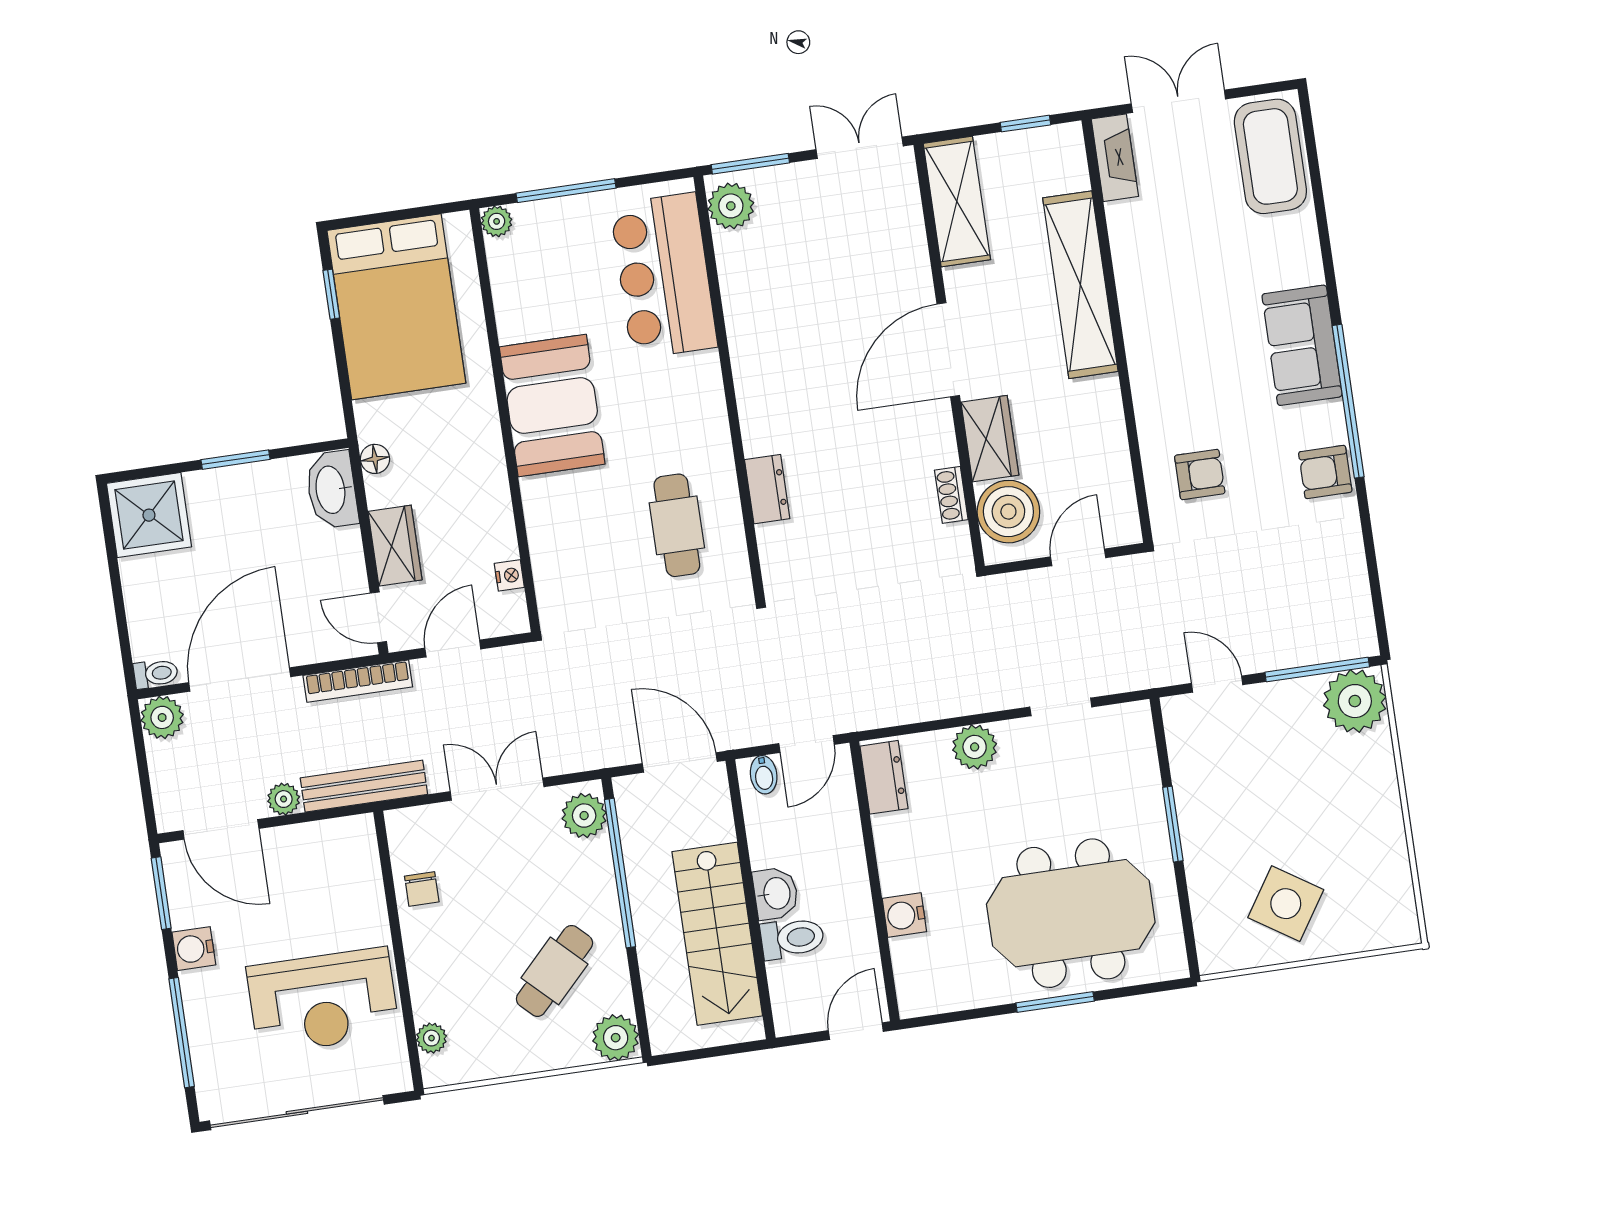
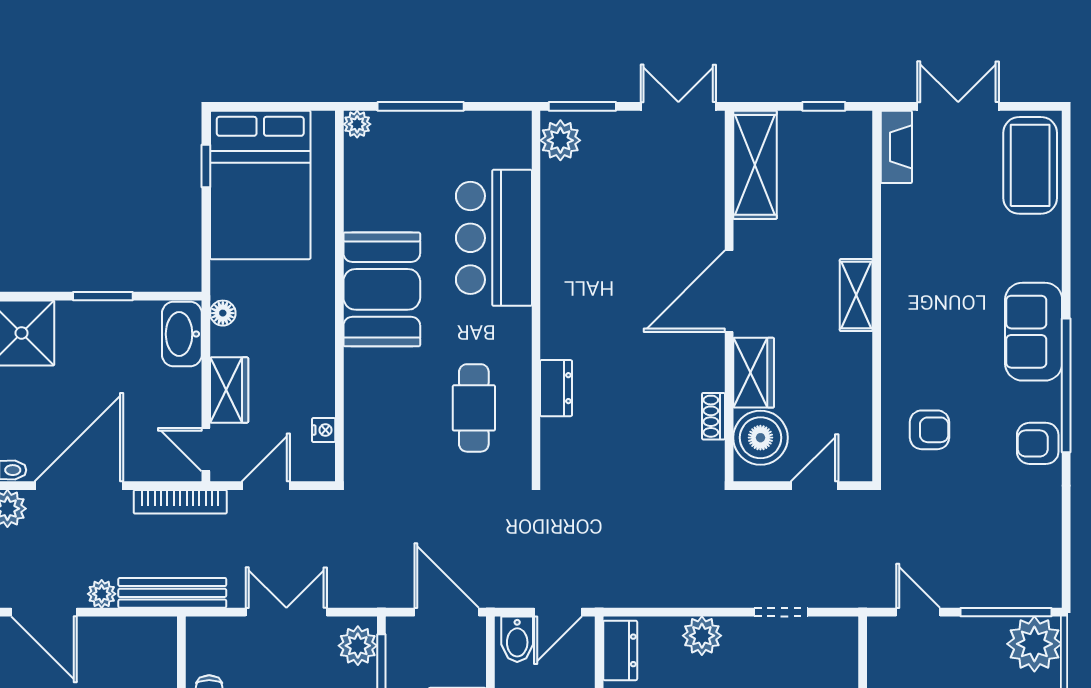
bar counter: (664, 276) -> (494, 238), moved
shelving: (1080, 285) -> (856, 295), width x0.45, depth x0.75
bidet: (764, 775) -> (517, 639), width x1.38, depth x1.36

